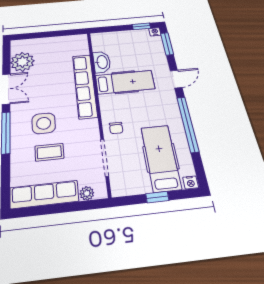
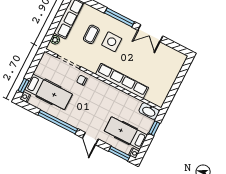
window: (141, 26) -> (154, 128), moved
plant: (22, 62) -> (165, 54), removed
washbasin: (102, 62) -> (149, 111), moved
hospital bed: (125, 82) -> (126, 133), moved, turned 90
window: (157, 197) -> (24, 86), moved

